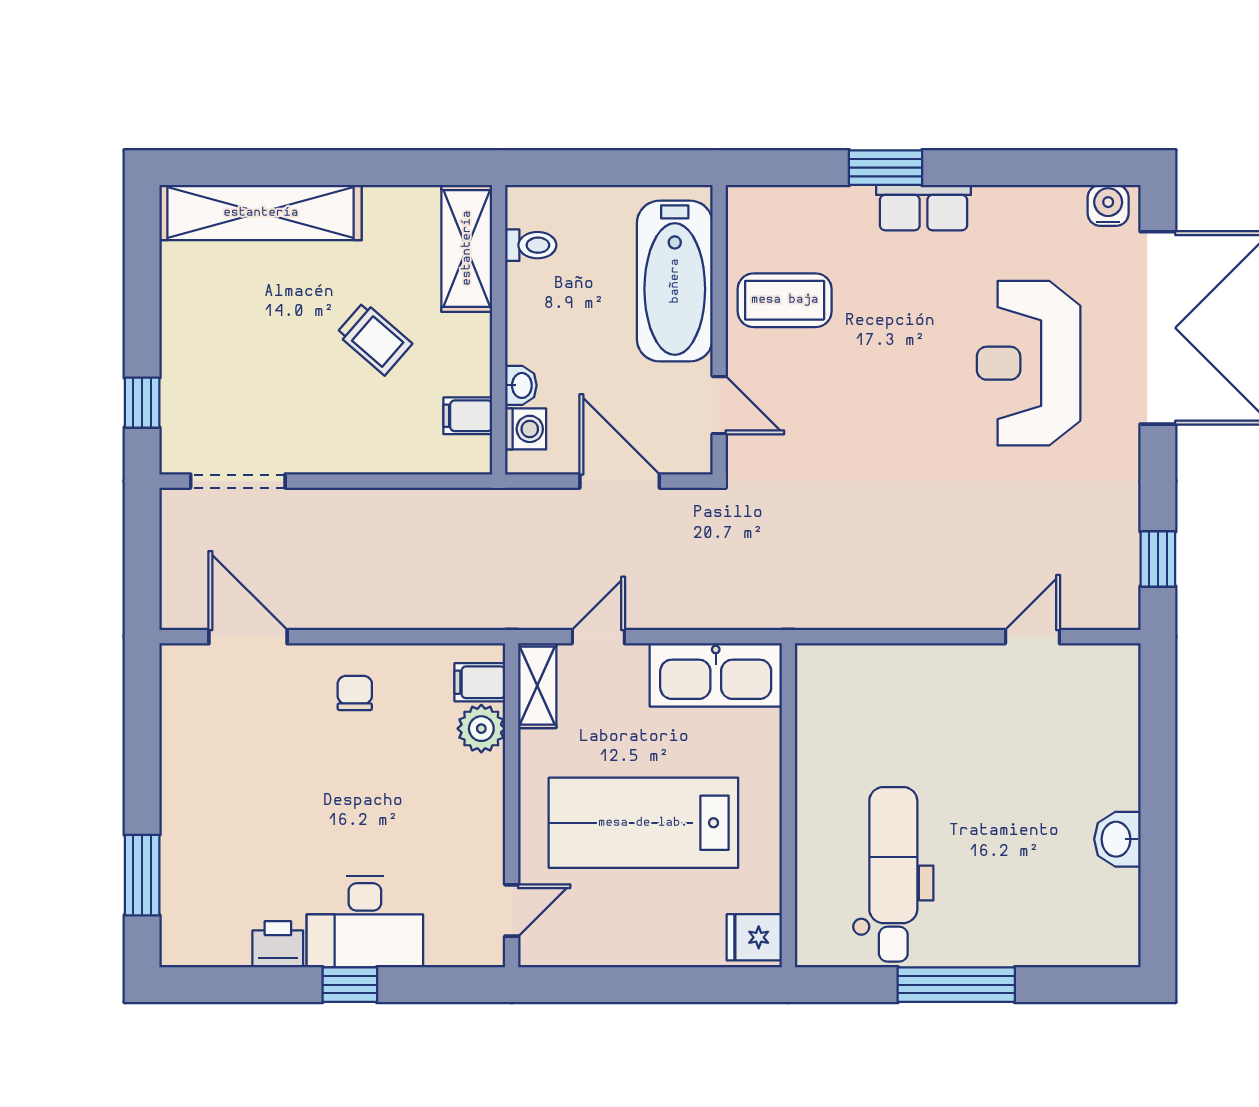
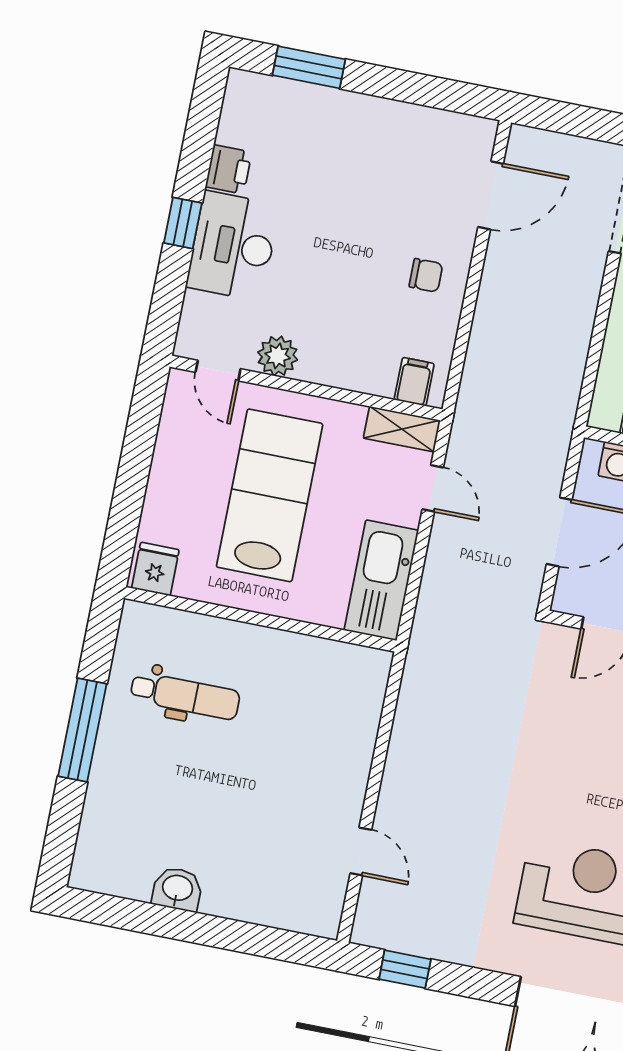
plant: (481, 729) -> (278, 356), moved
dental chair: (893, 874) -> (185, 696), width x0.73, depth x0.72

